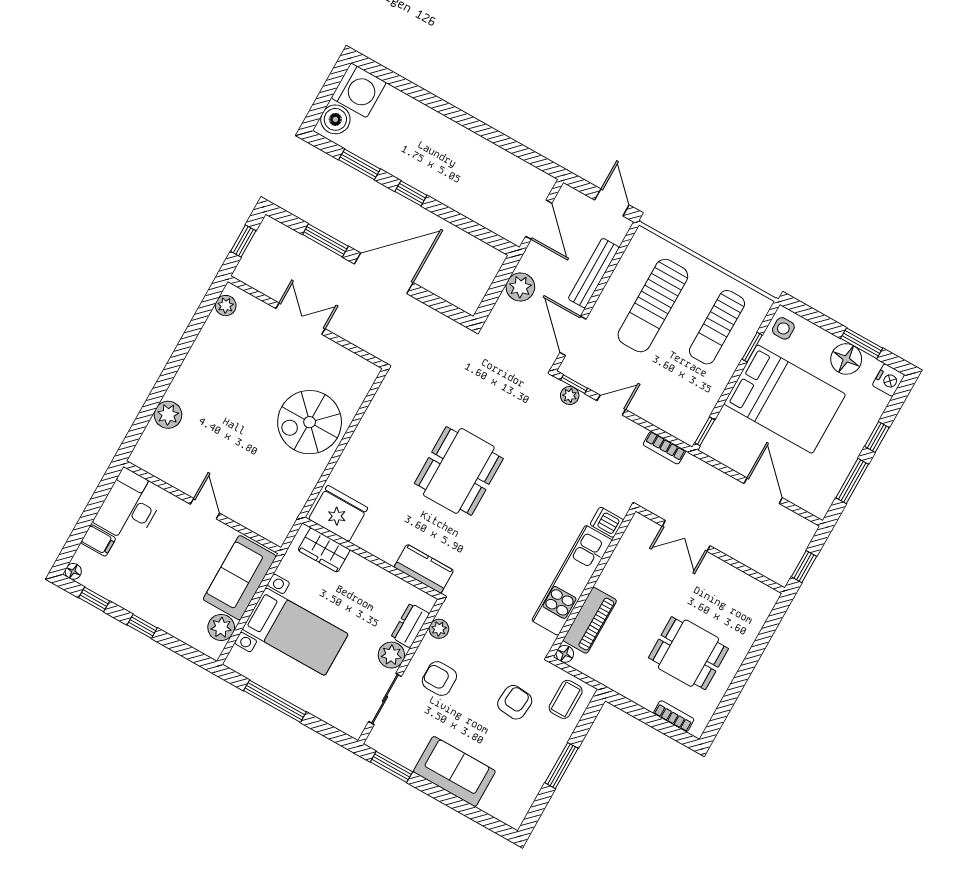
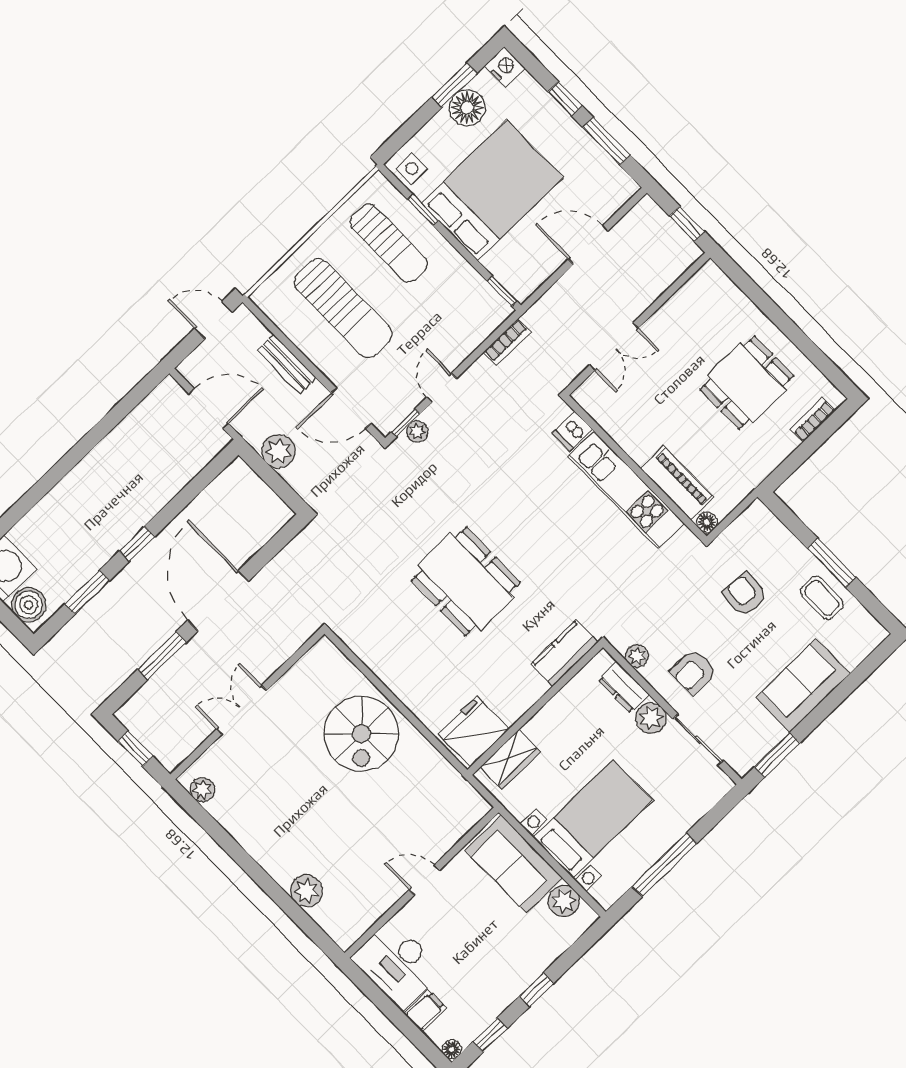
bench: (594, 273) -> (287, 364), width x0.73
coffee table: (566, 699) -> (822, 598), moved

